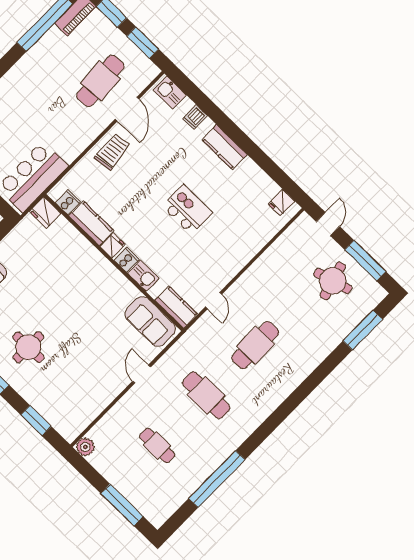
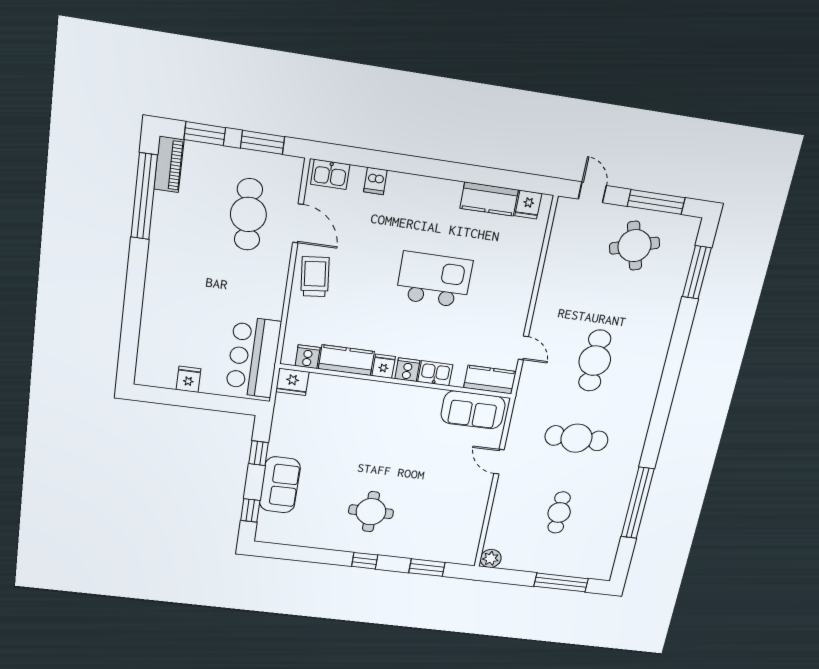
kitchen counter: (225, 147) -> (489, 199), moved
kitchen island: (187, 209) -> (434, 280), width x1.37, depth x1.28
cafe table: (157, 445) -> (559, 512), turned 90

